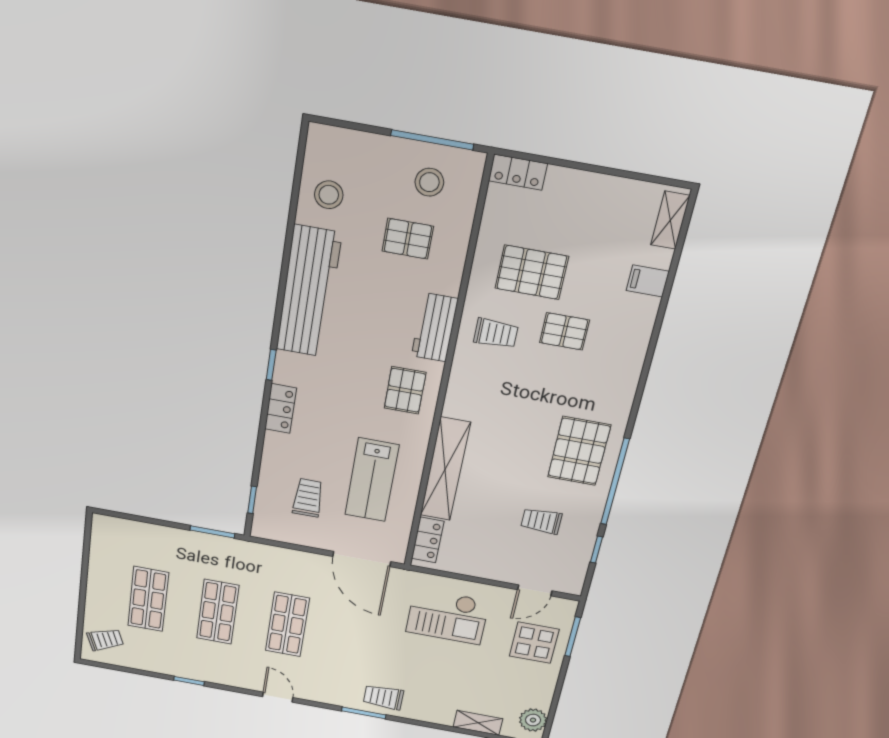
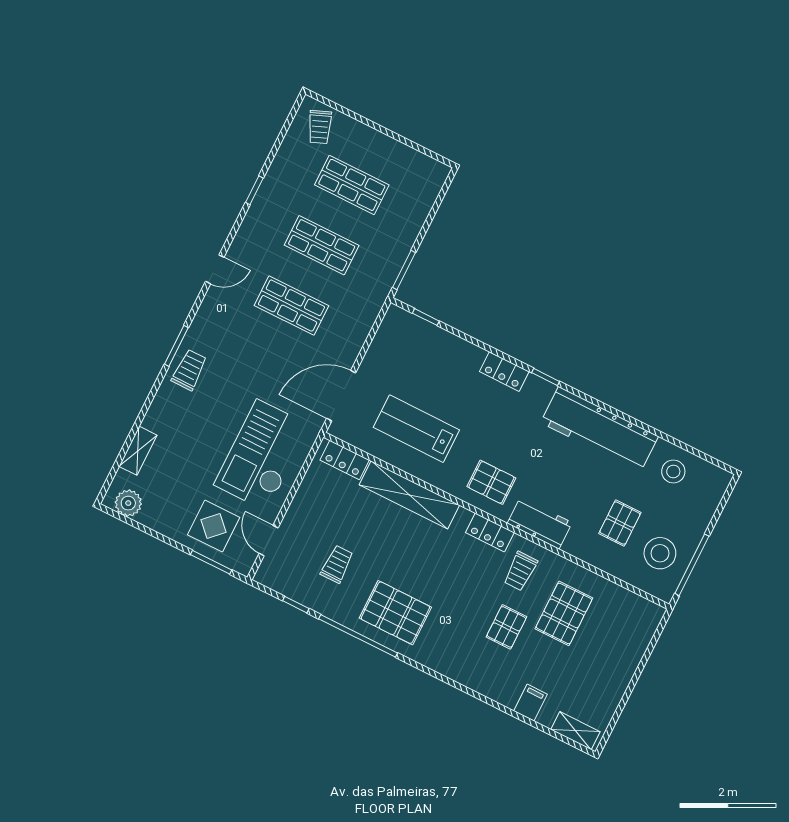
locker: (518, 172) -> (490, 532), moved, turned -90
stool: (429, 182) -> (660, 553), width x1.38, depth x1.38
trolley: (308, 498) -> (414, 367), removed
checkout: (447, 616) -> (262, 455), width x1.36, depth x1.21

